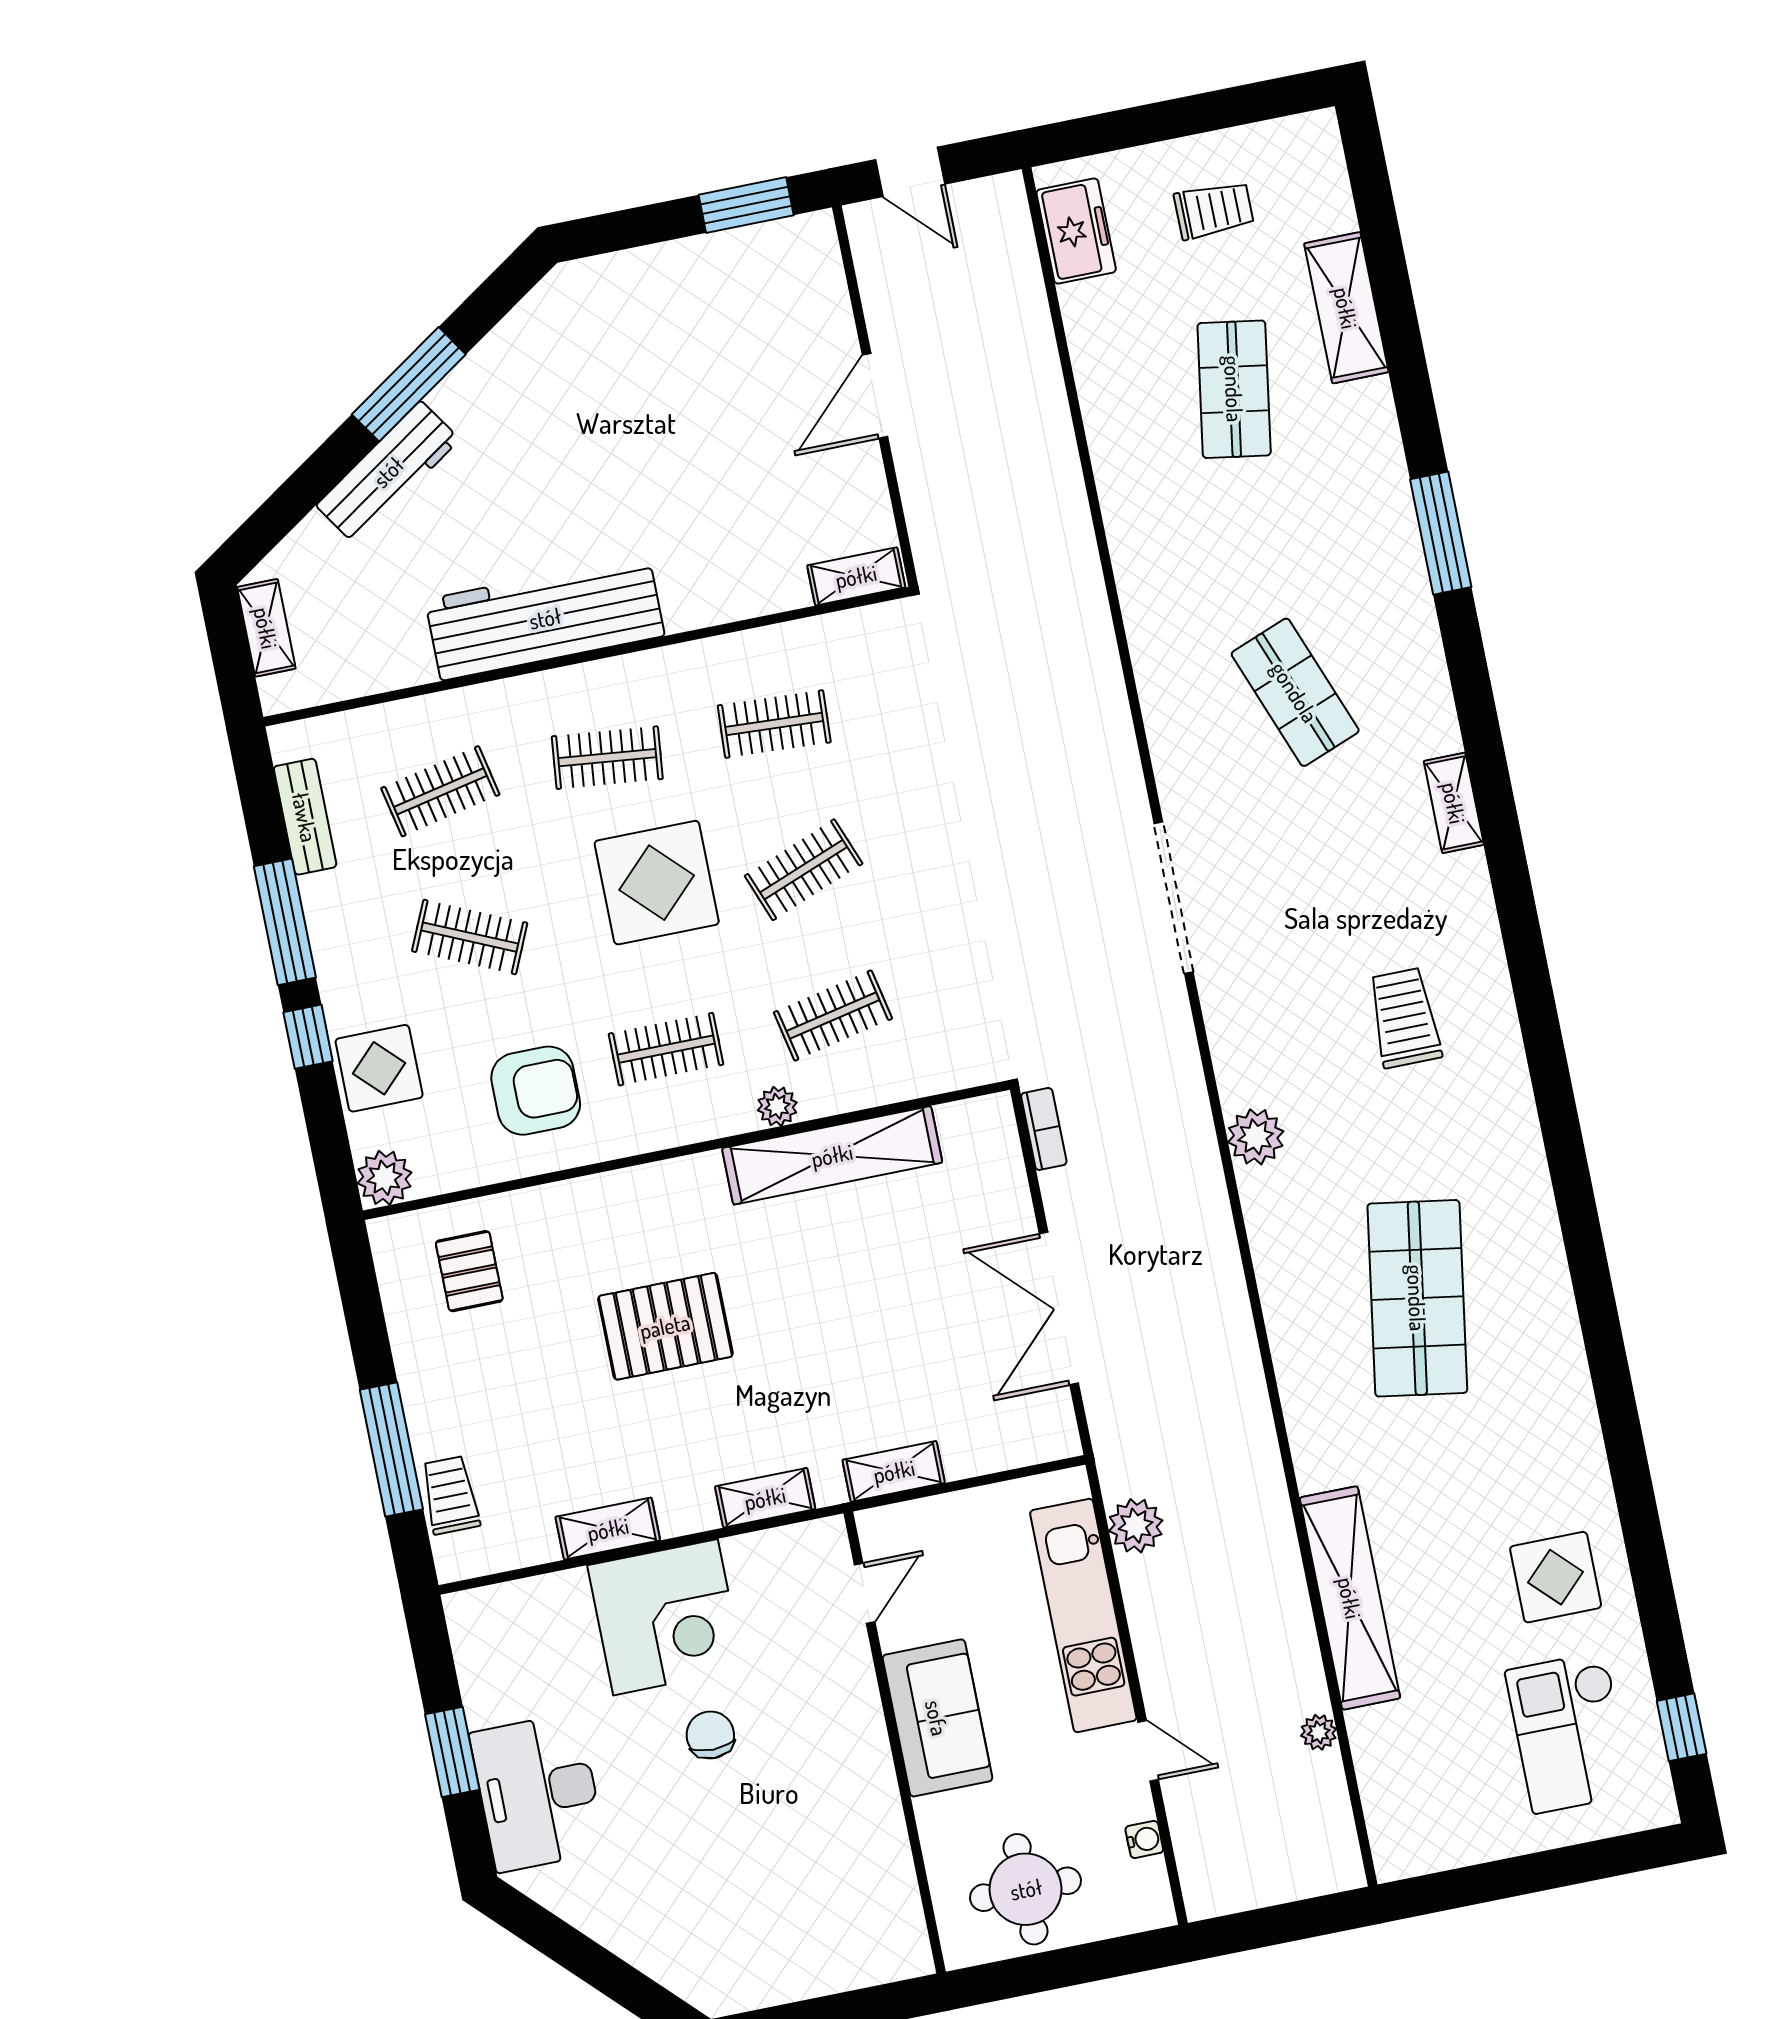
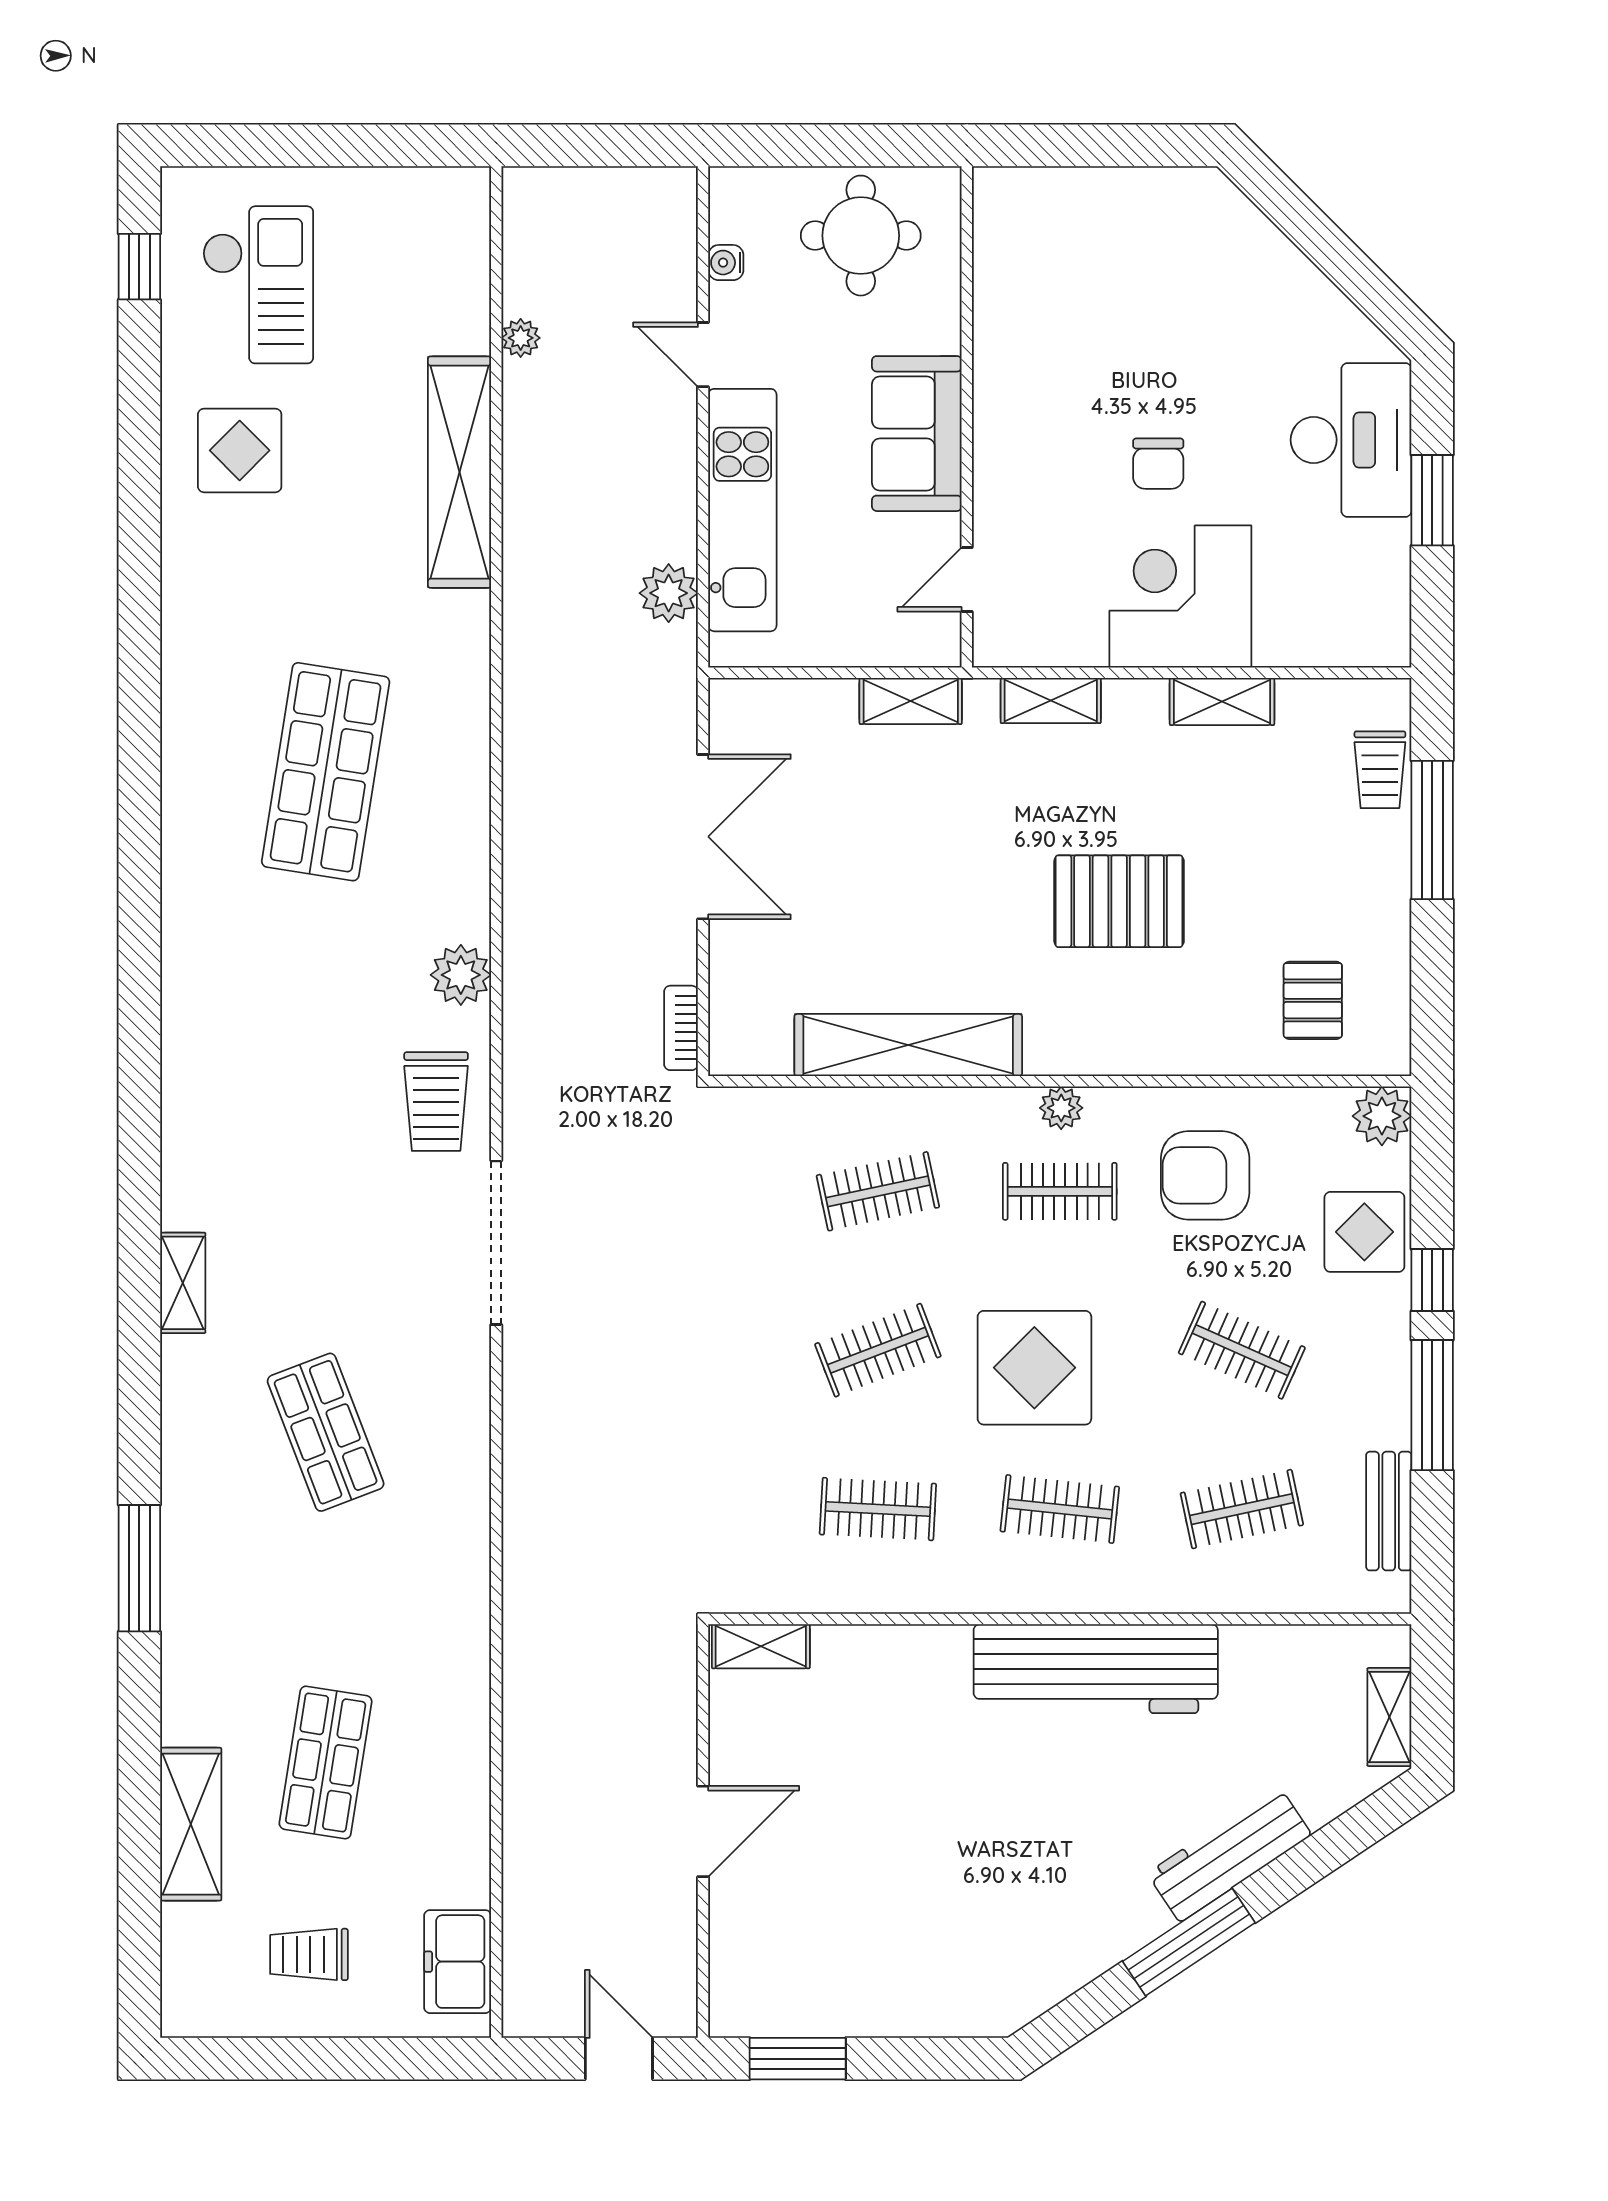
trolley: (1404, 1018) -> (436, 1102), moved
plant: (777, 1106) -> (1061, 1108), moved

